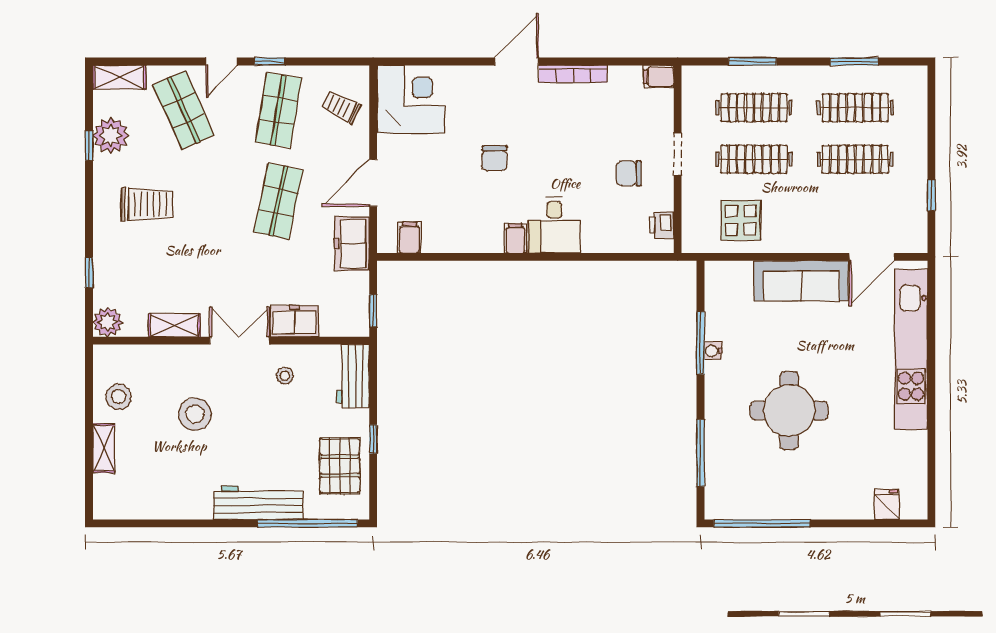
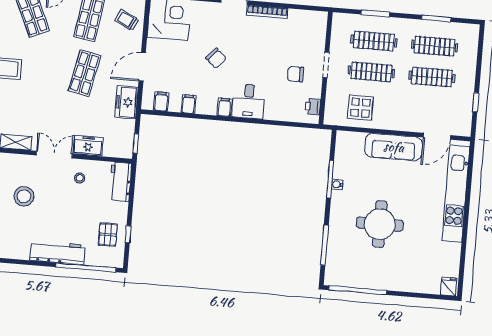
filing cabinet: (659, 77) -> (189, 104), moved, turned 90
chair: (494, 158) -> (216, 58), turned -48
window: (373, 439) -> (128, 234), moved
pallet: (340, 466) -> (108, 235), width x0.67, depth x0.71
fridge: (887, 505) -> (449, 287), moved

